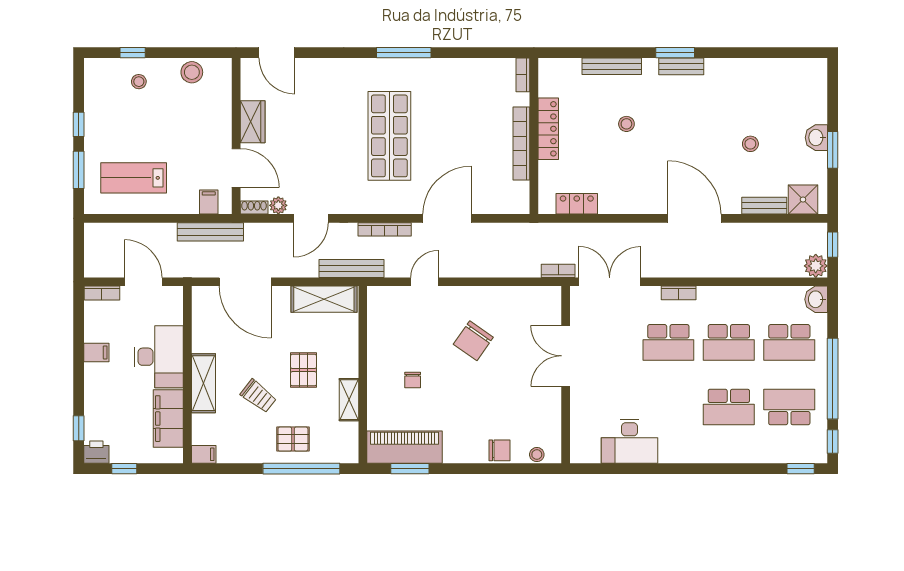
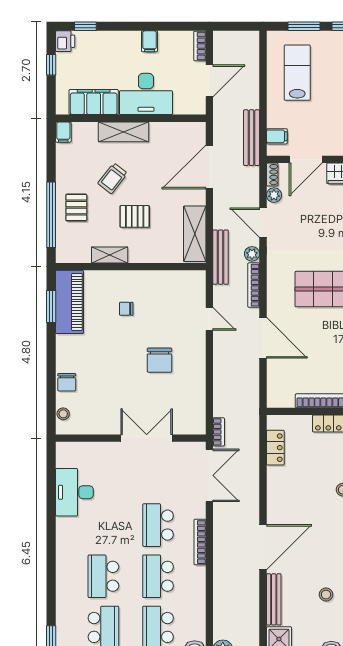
bench: (764, 206) -> (274, 599), width x1.36
plant: (348, 231) -> (252, 254), added
bookcase: (679, 293) -> (200, 542), width x1.56
chair: (473, 341) -> (159, 360), turned -125

